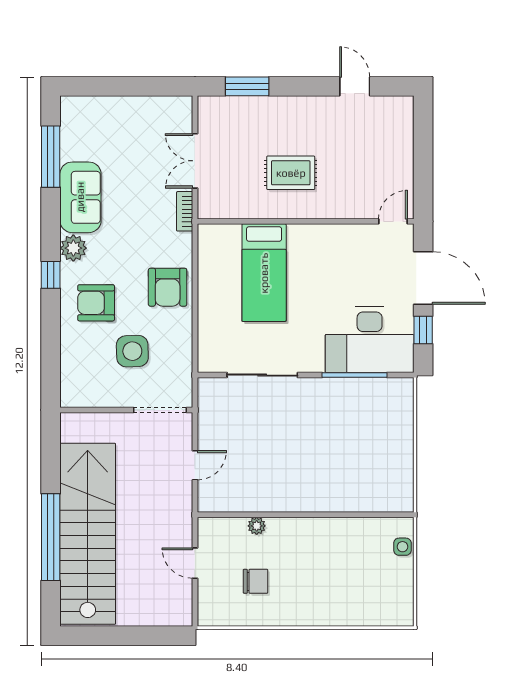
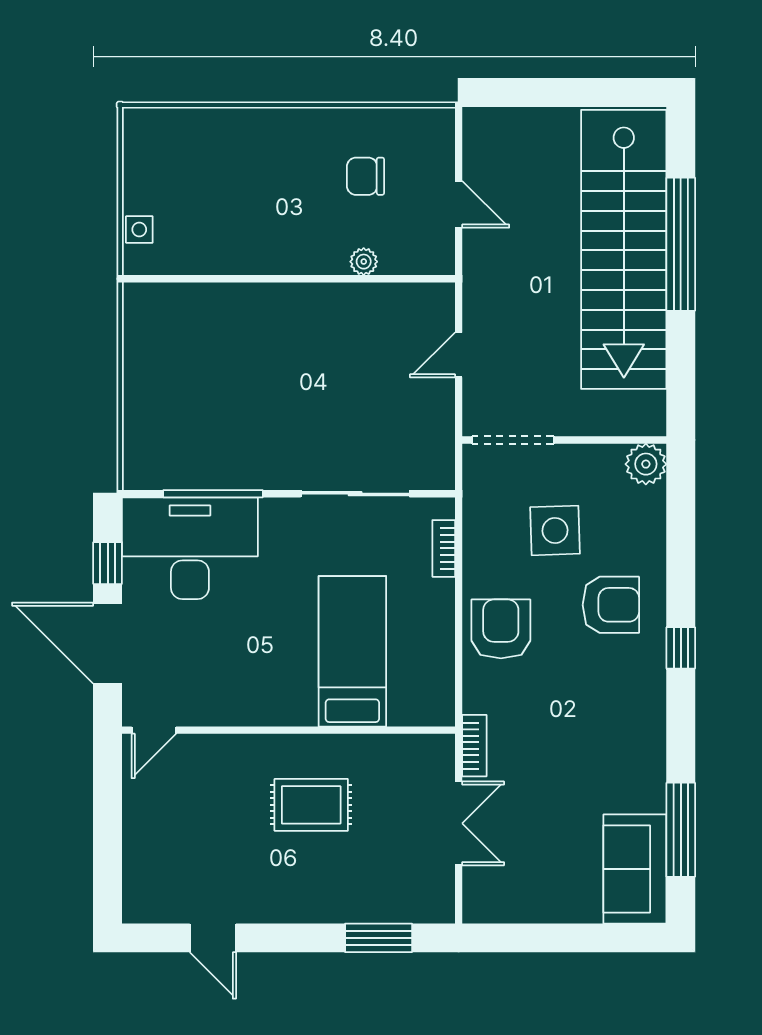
sofa: (80, 197) -> (635, 869), moved
plant: (73, 248) -> (646, 464), moved
bookcase: (205, 339) -> (444, 548), added

